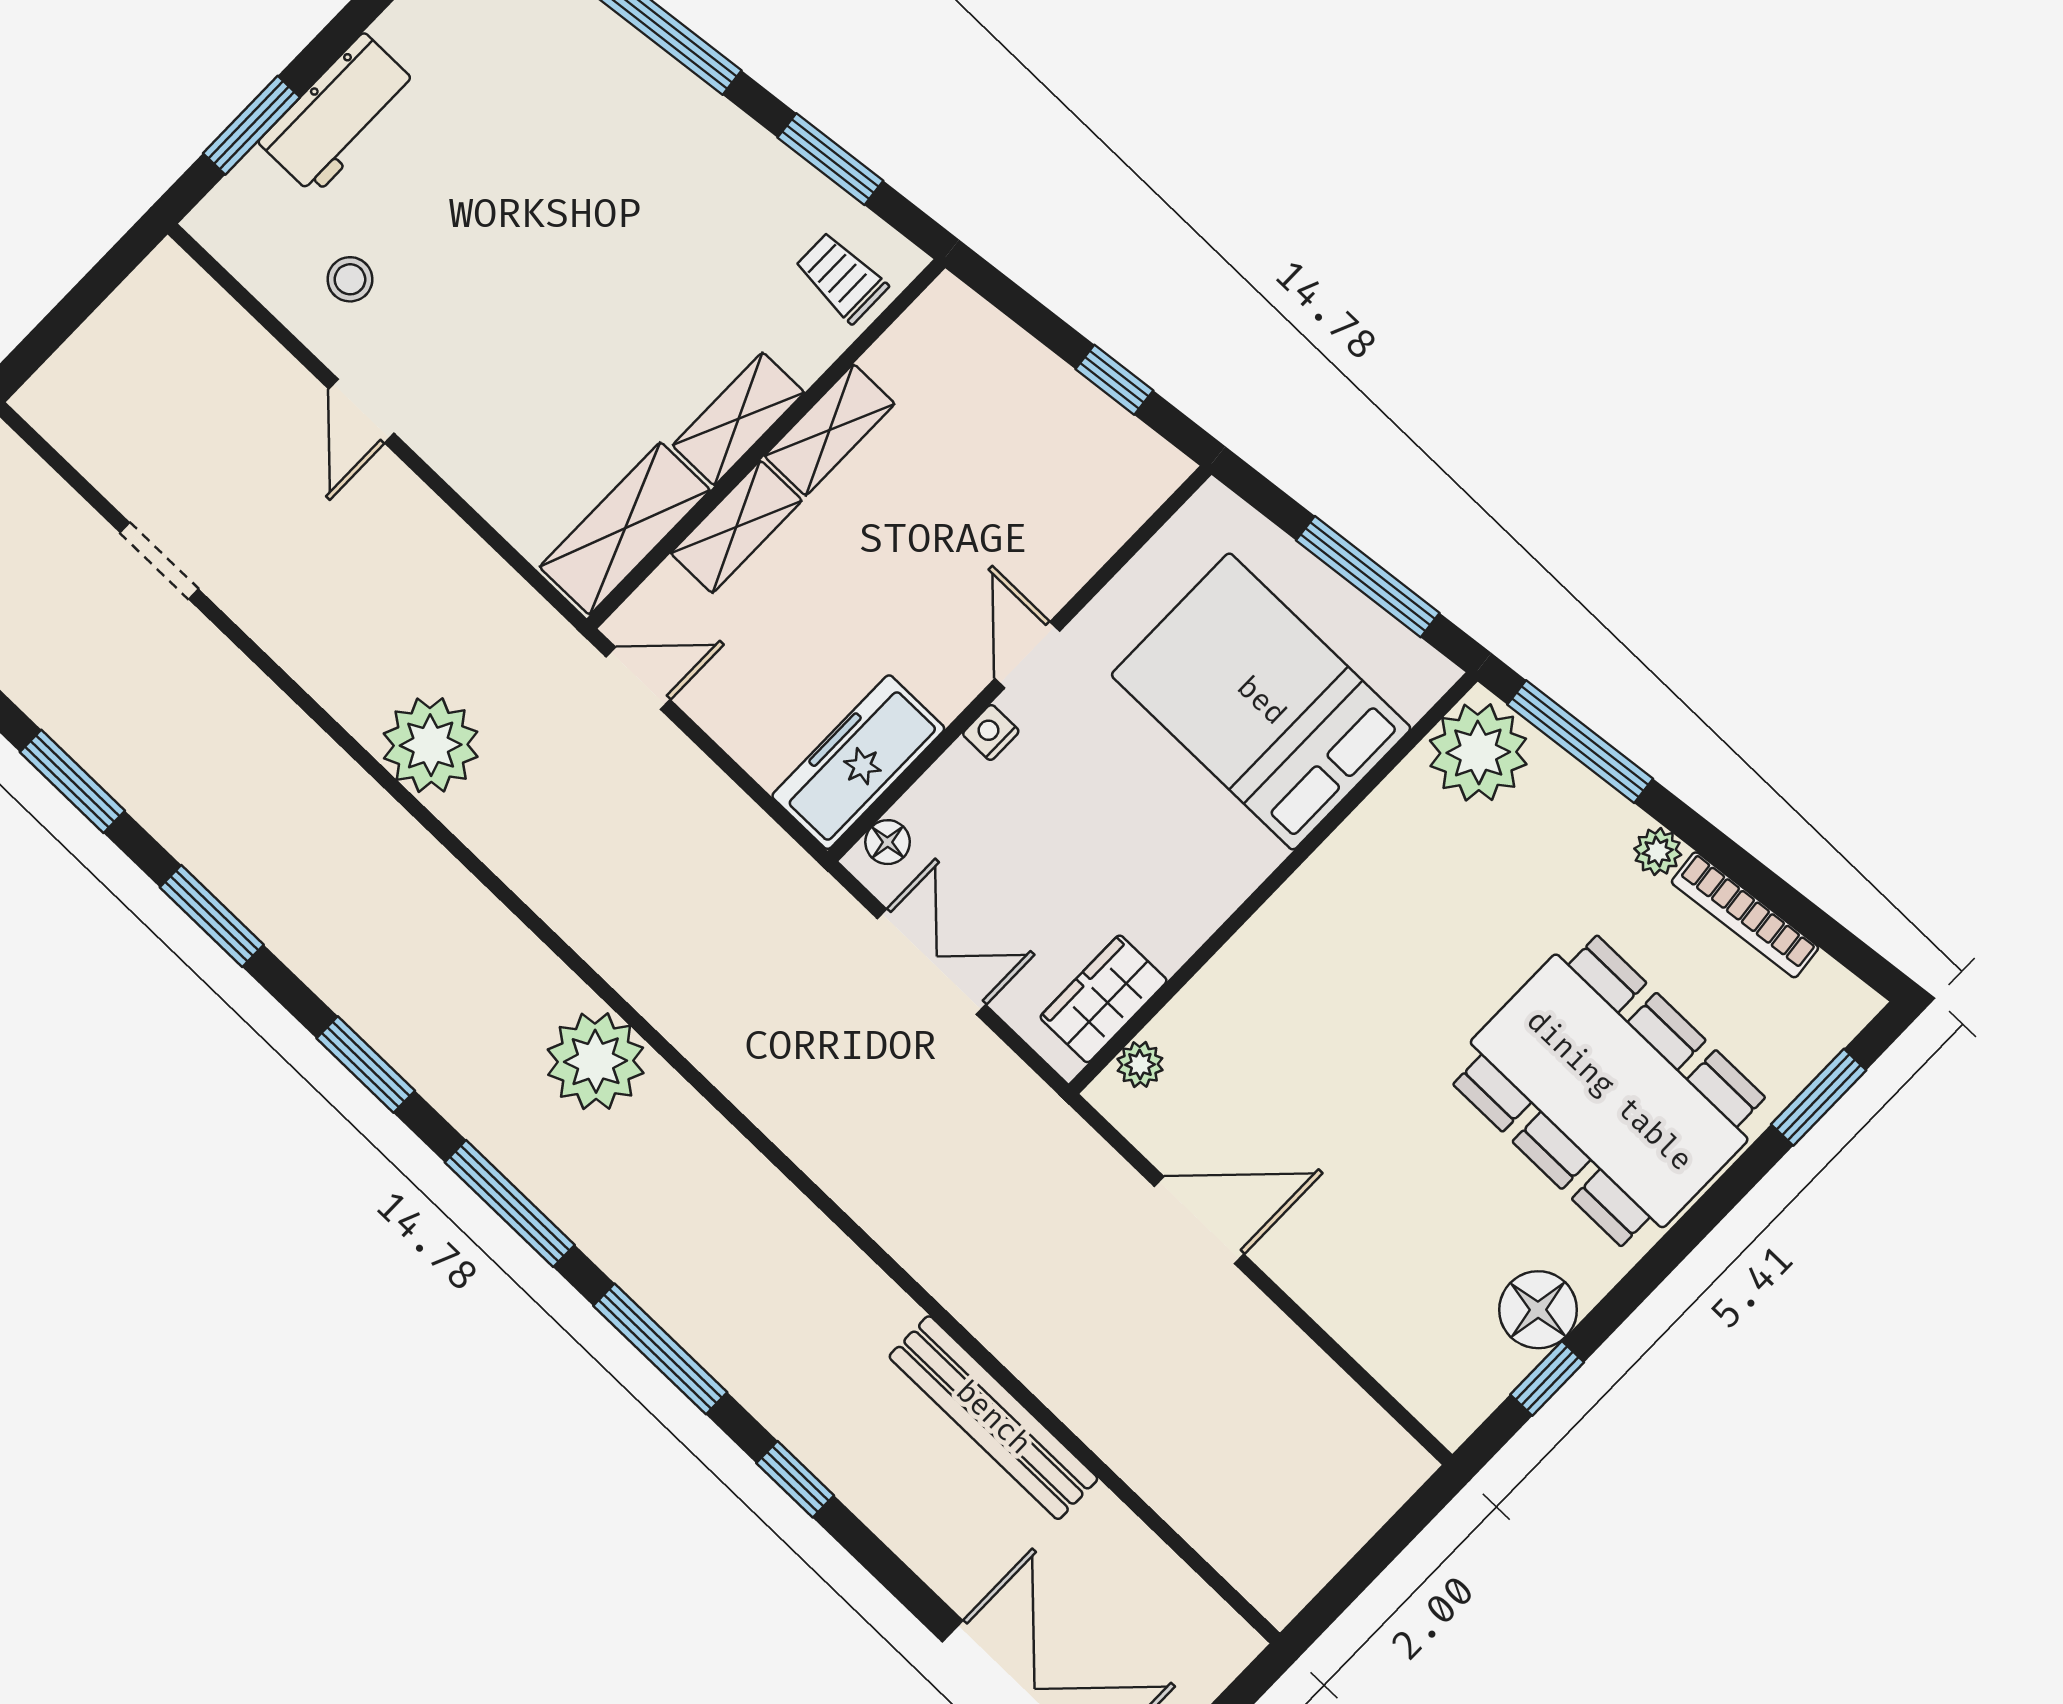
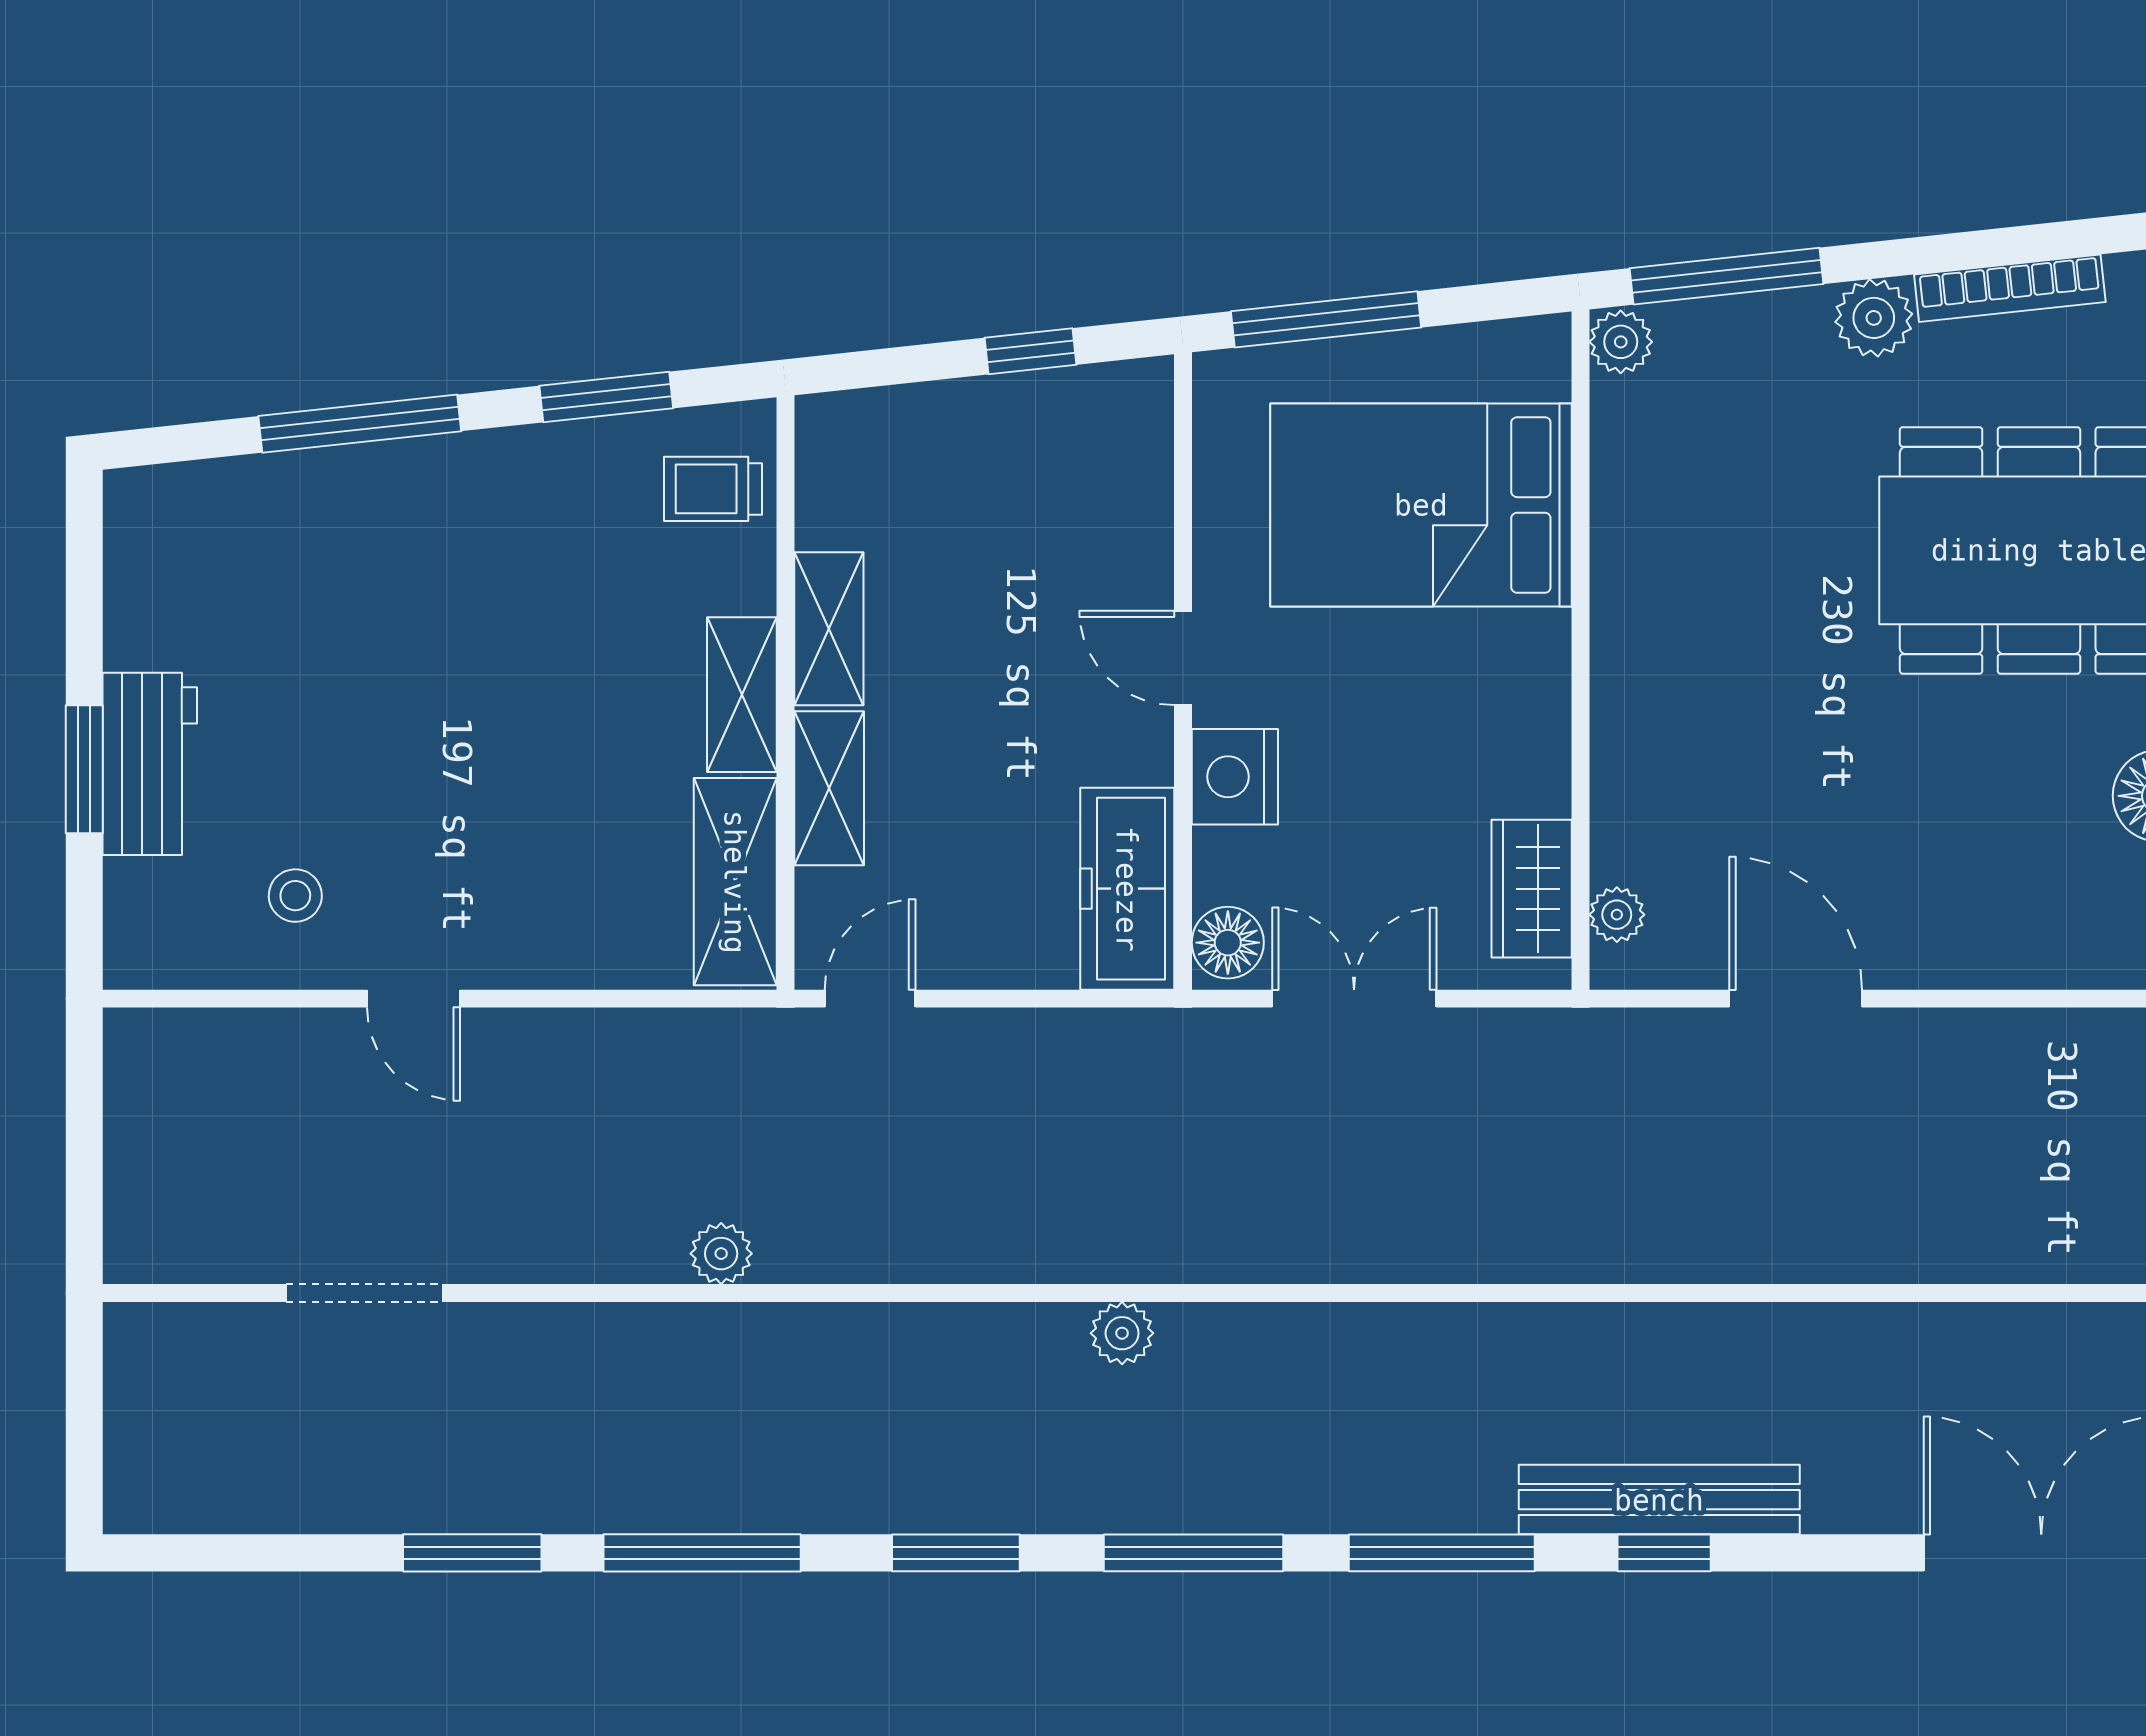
window: (252, 125) -> (84, 769), moved
doorway: (159, 561) -> (364, 1293), width x1.38
window: (1368, 577) -> (1326, 319), moved
nightstand: (991, 732) -> (1235, 777), width x1.89, depth x1.79
plant: (431, 745) -> (721, 1254), width x0.53, depth x0.53
plant: (1478, 752) -> (1621, 342), width x0.53, depth x0.53
floor lamp: (888, 842) -> (1228, 943), width x1.37, depth x1.37
plant: (1658, 852) -> (1874, 318), width x1.38, depth x1.38
window: (212, 916) -> (702, 1553), width x1.44
plant: (596, 1061) -> (1122, 1333), width x0.53, depth x0.53
door: (1199, 1220) -> (1796, 999), hinge flipped
bench: (993, 1418) -> (1659, 1500), moved

